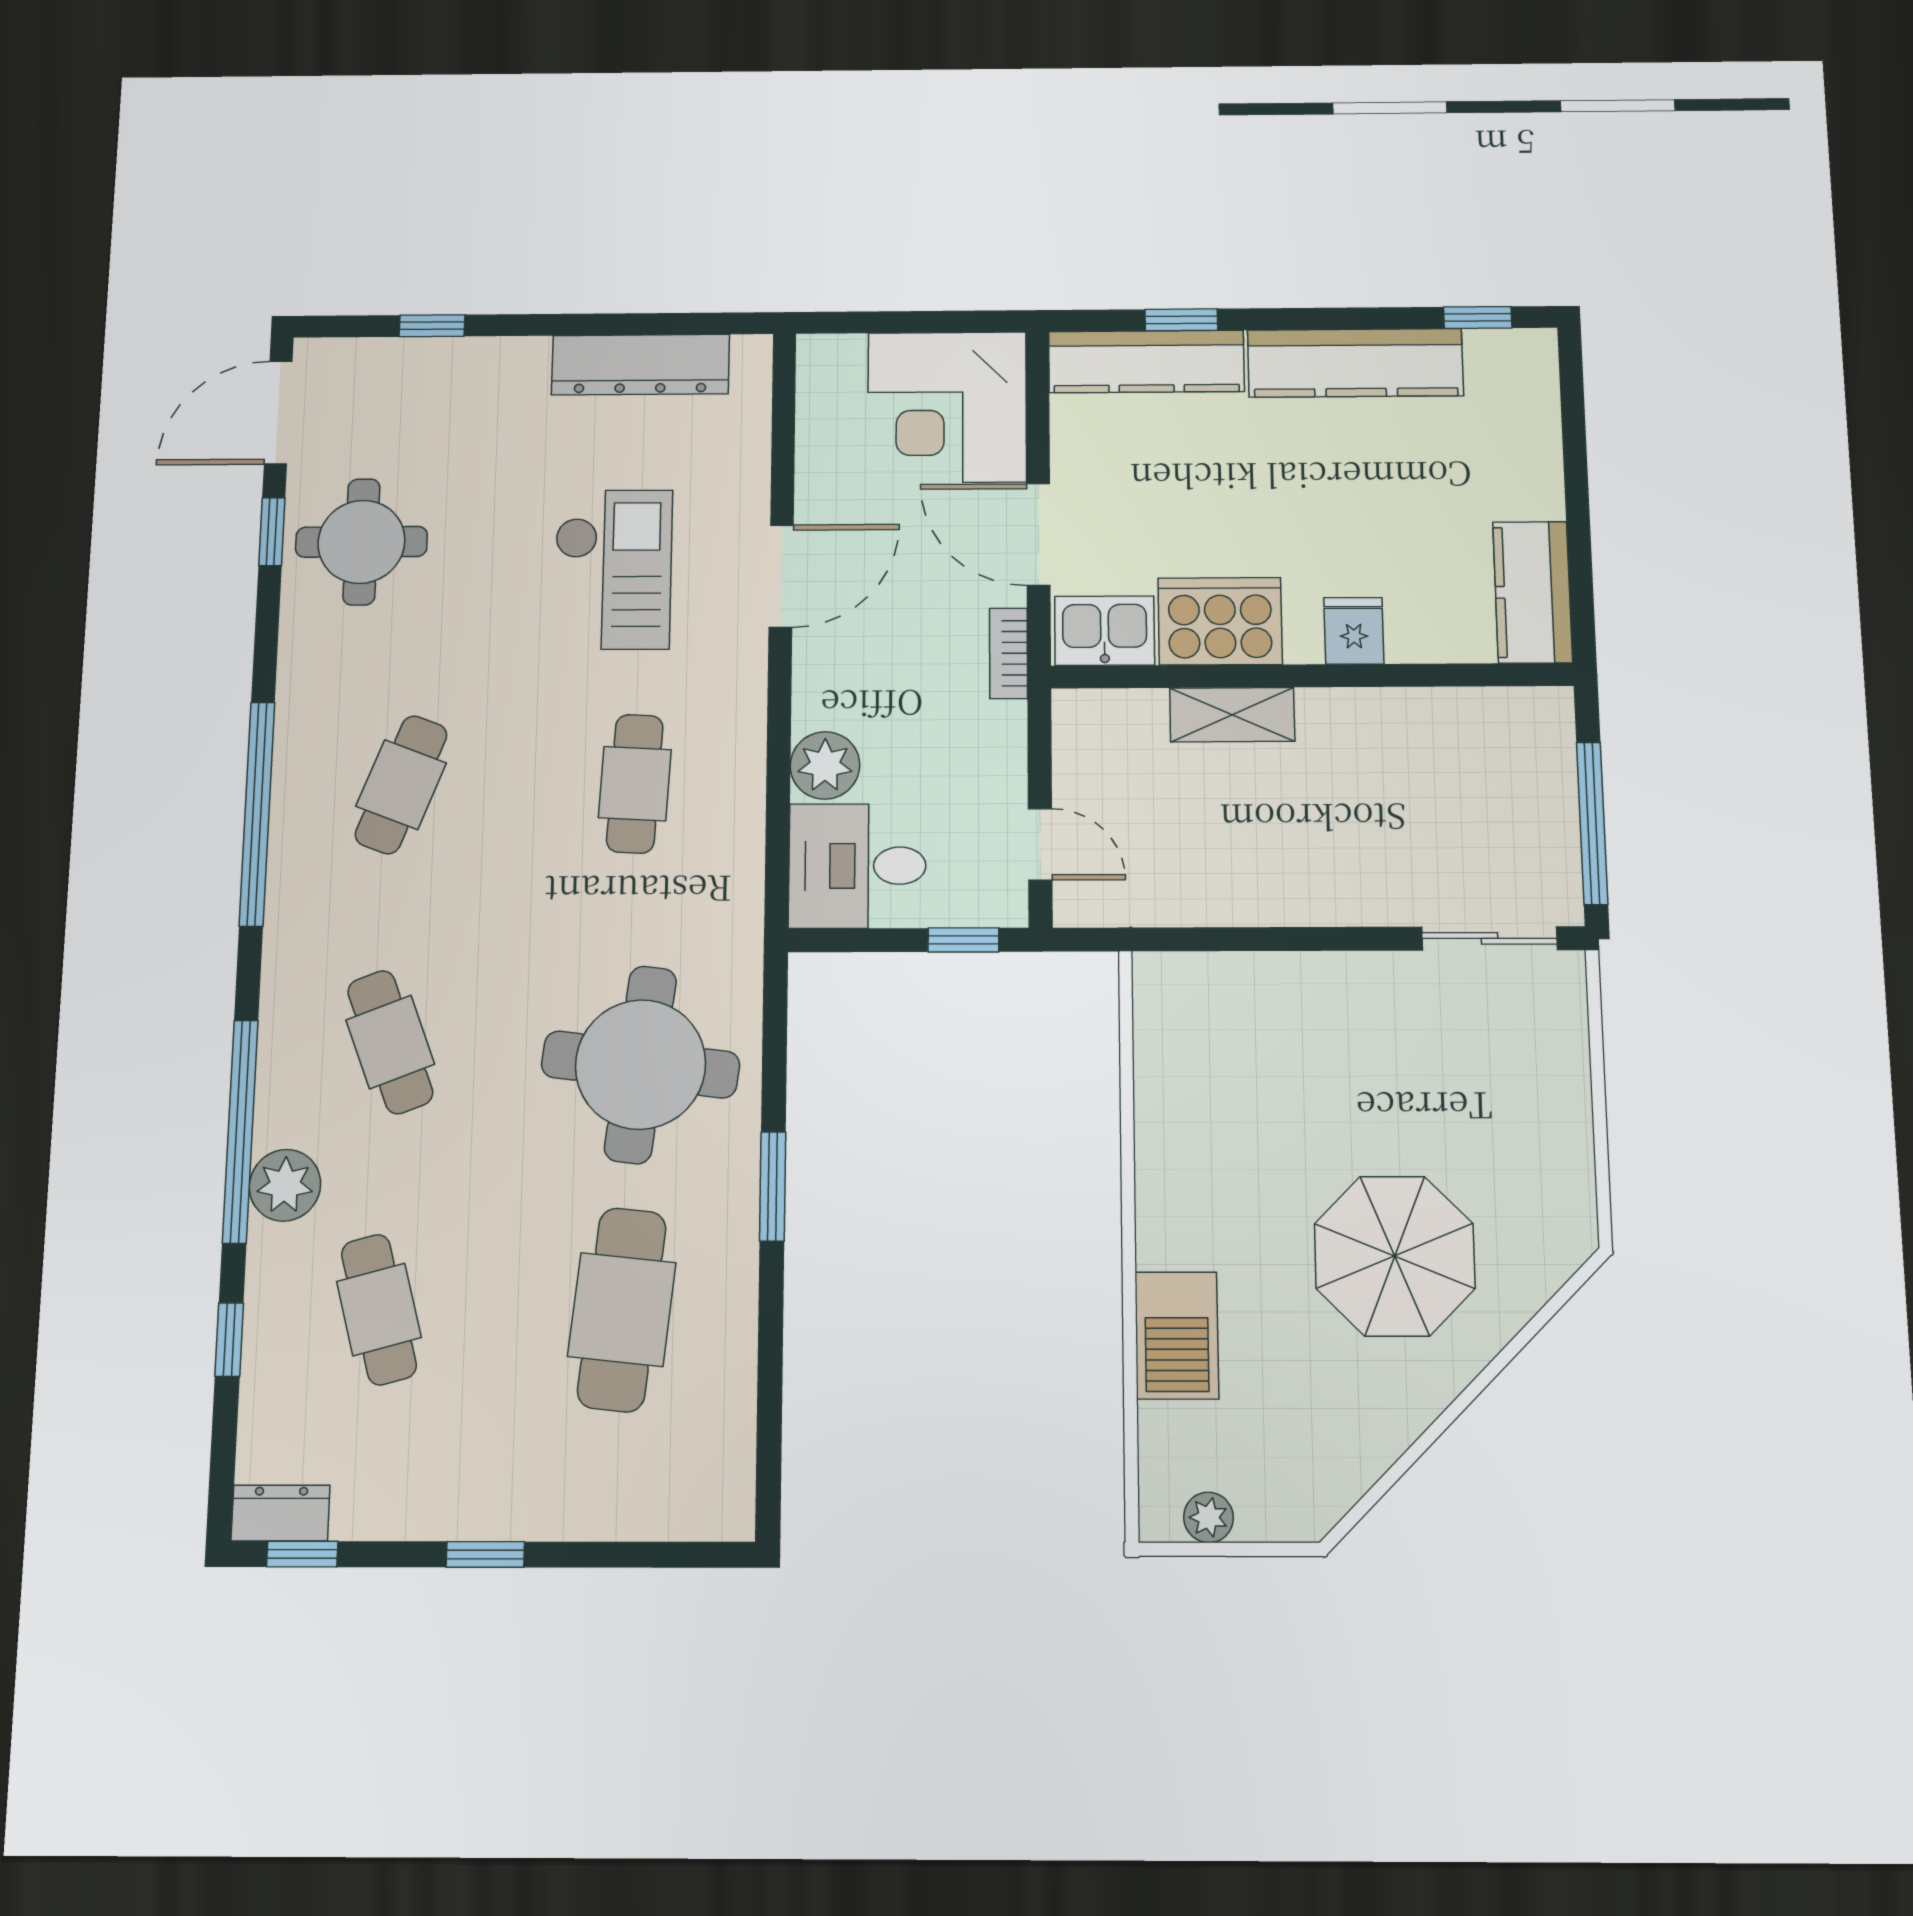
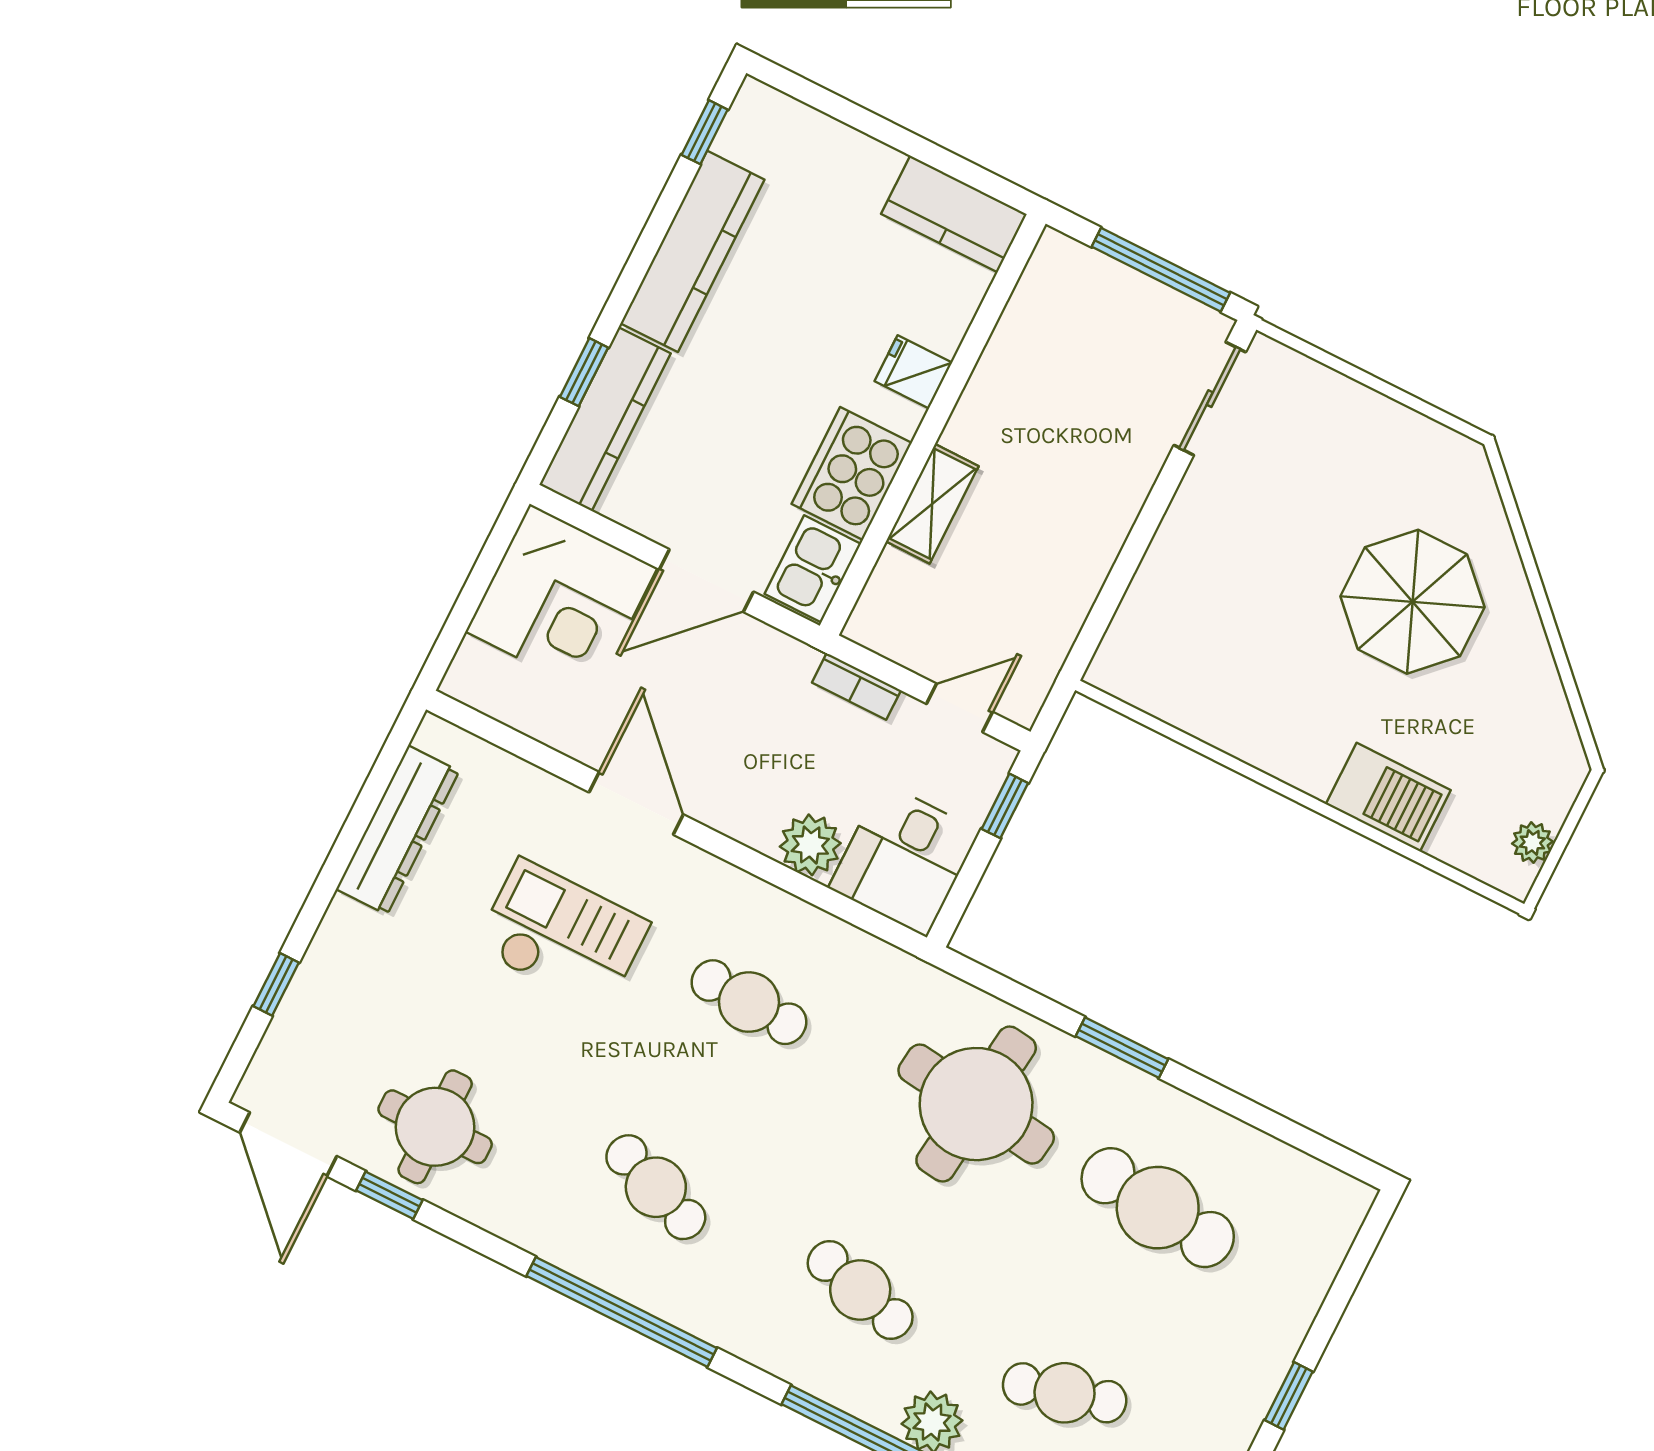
bookcase: (1009, 653) -> (856, 686), moved
cafe table: (390, 1042) -> (860, 1290), turned 36

